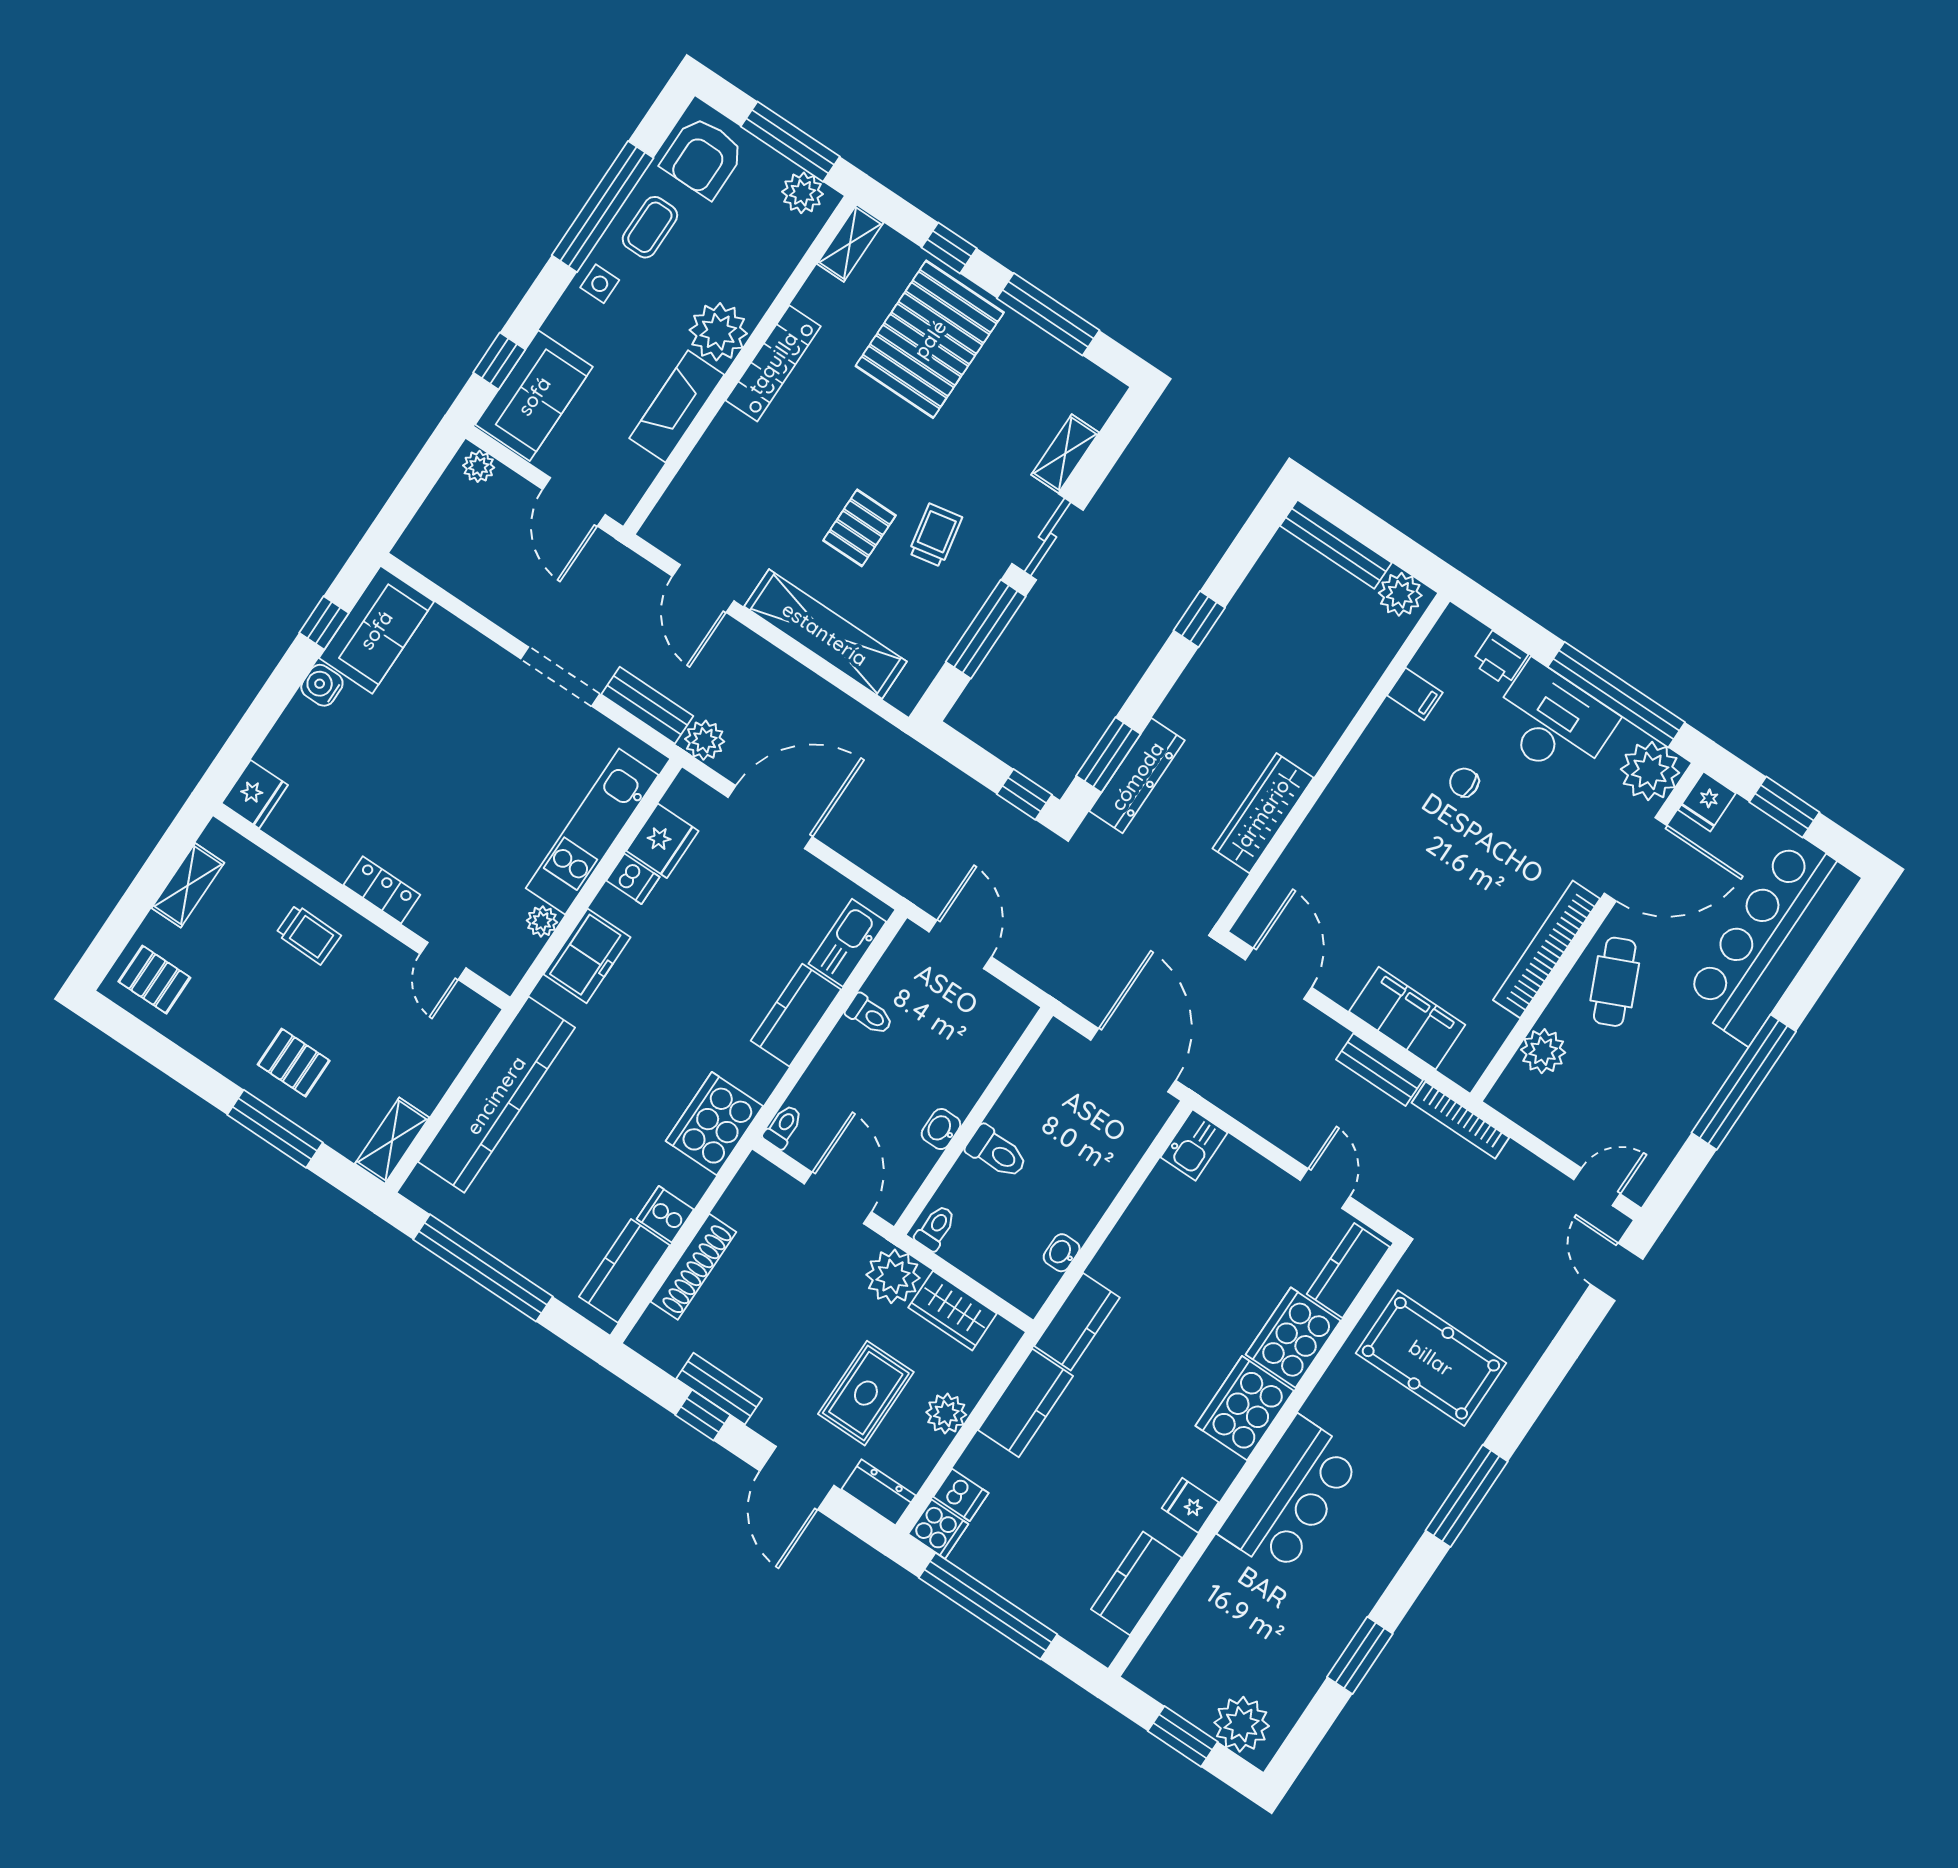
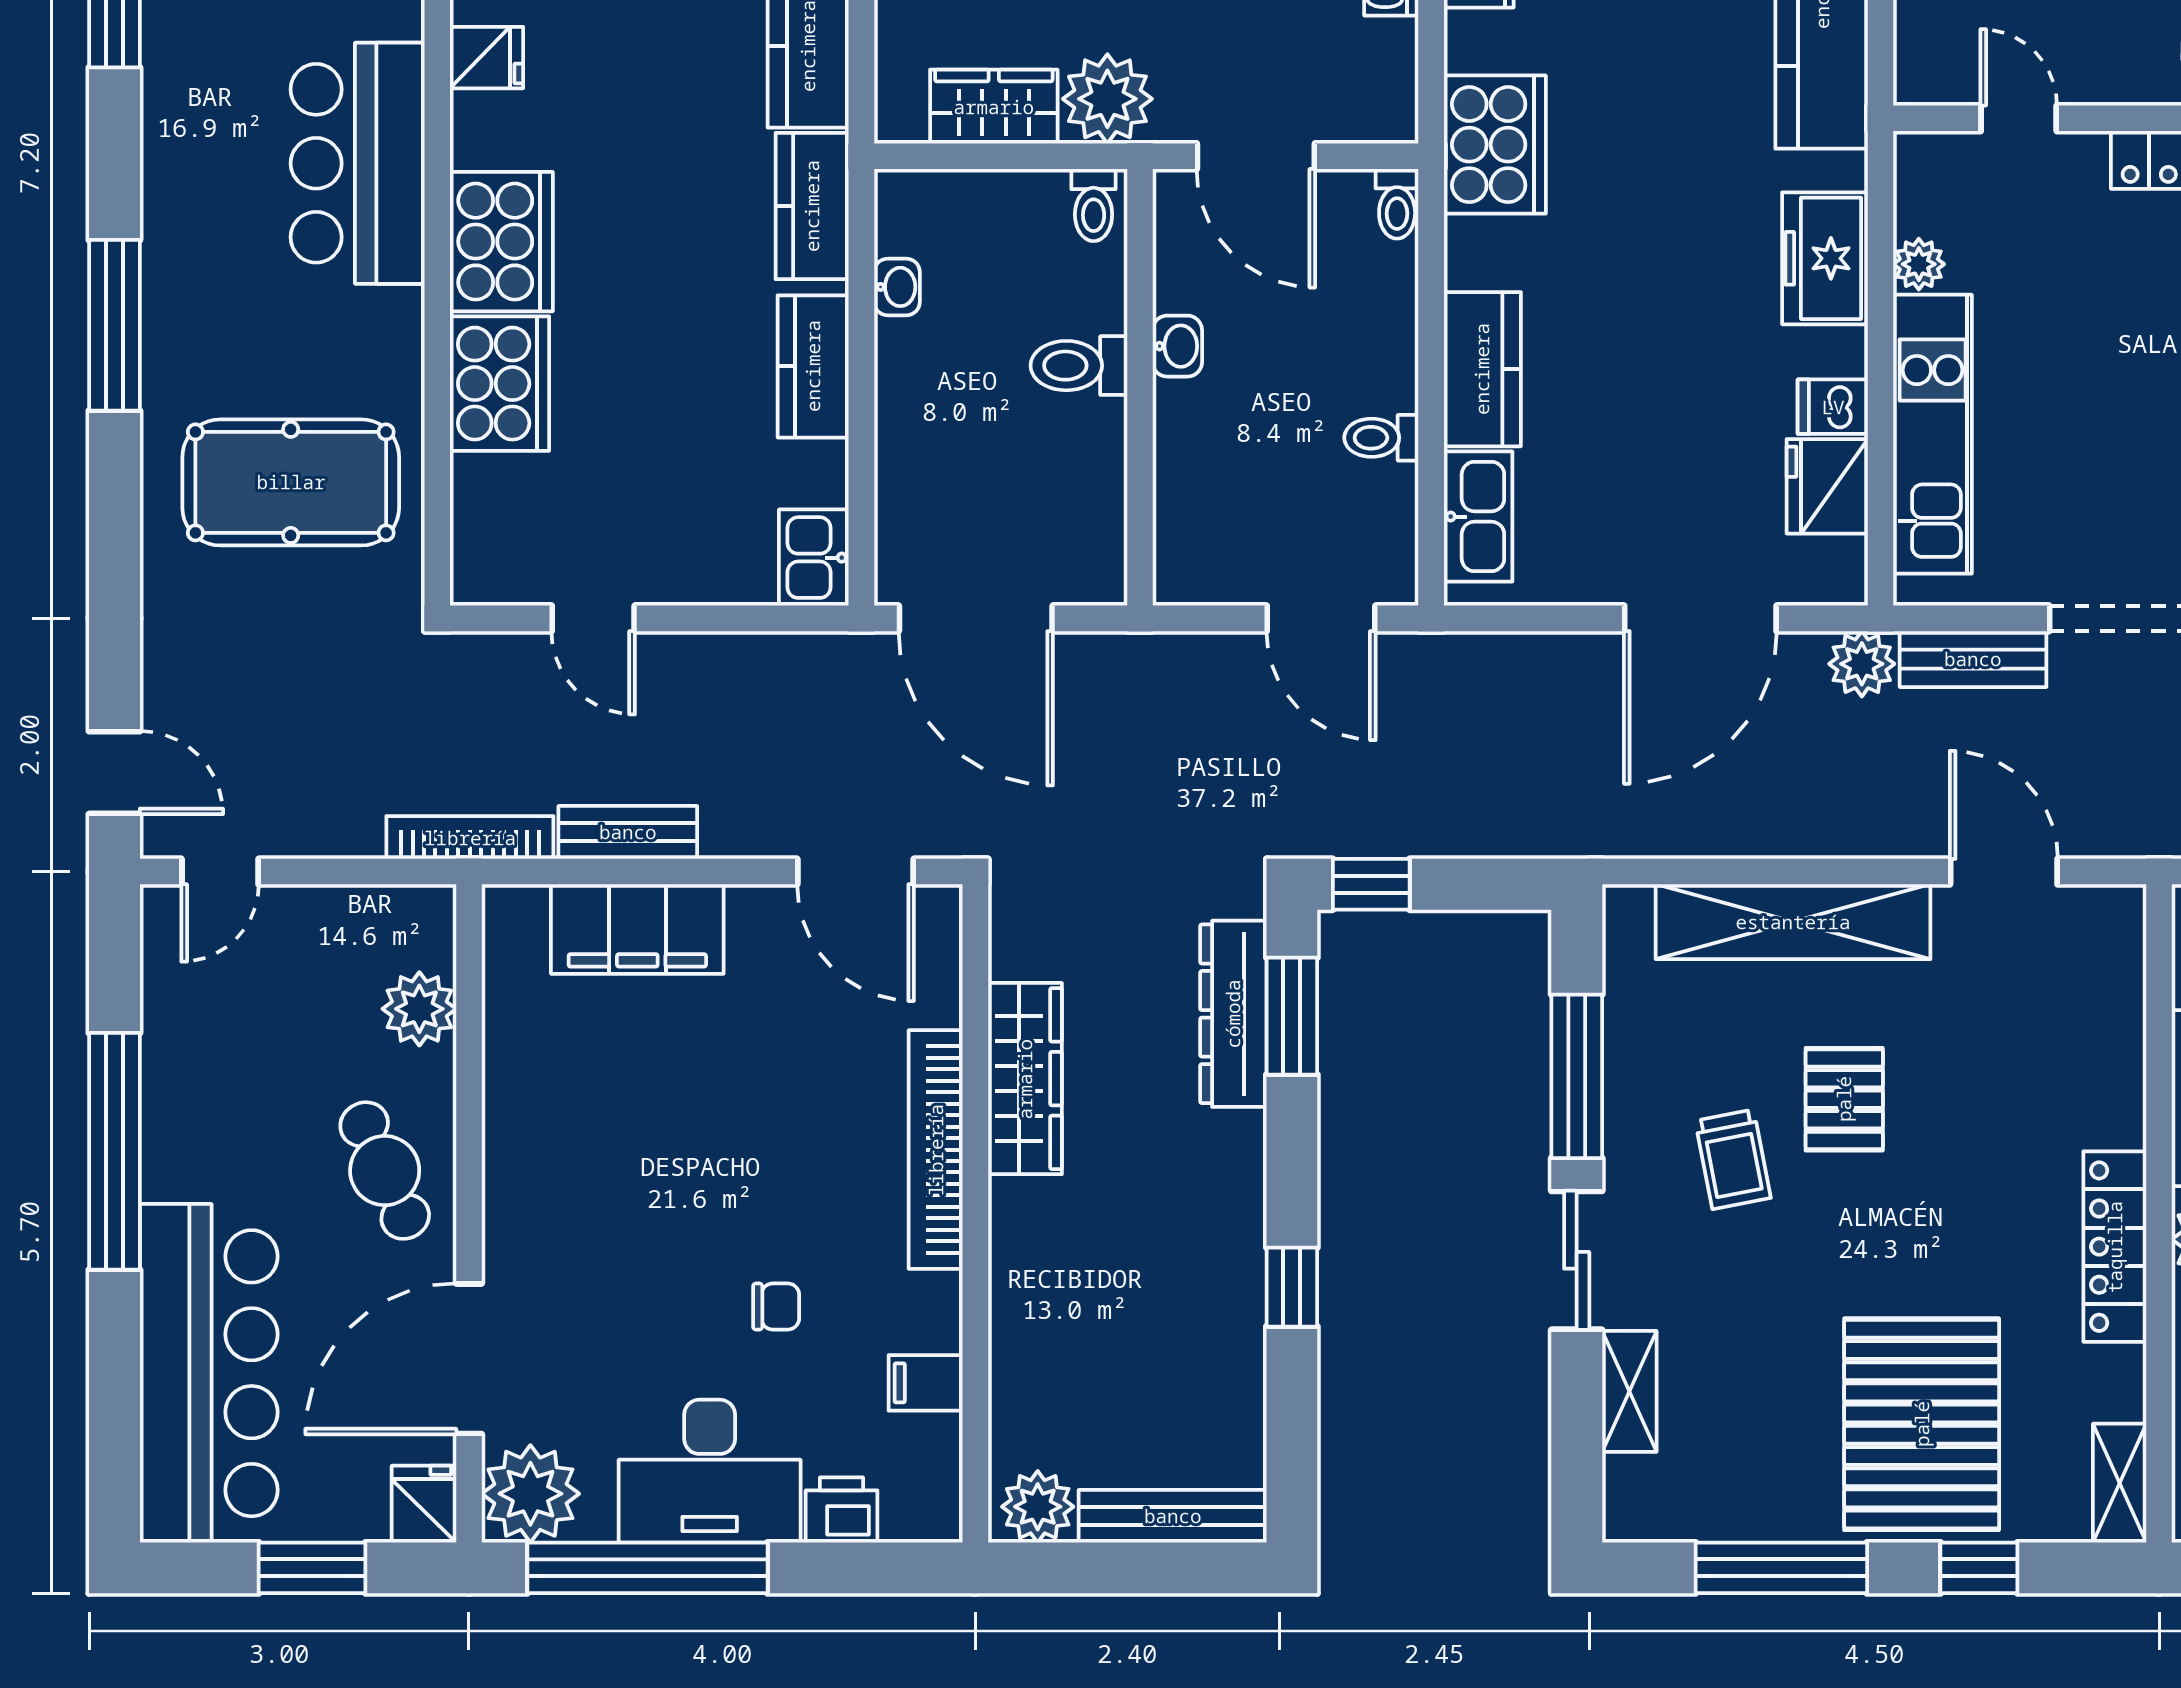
bookcase: (1546, 949) -> (936, 1150), moved, turned 180
kitchen counter: (1348, 1270) -> (813, 366), moved, turned 180

